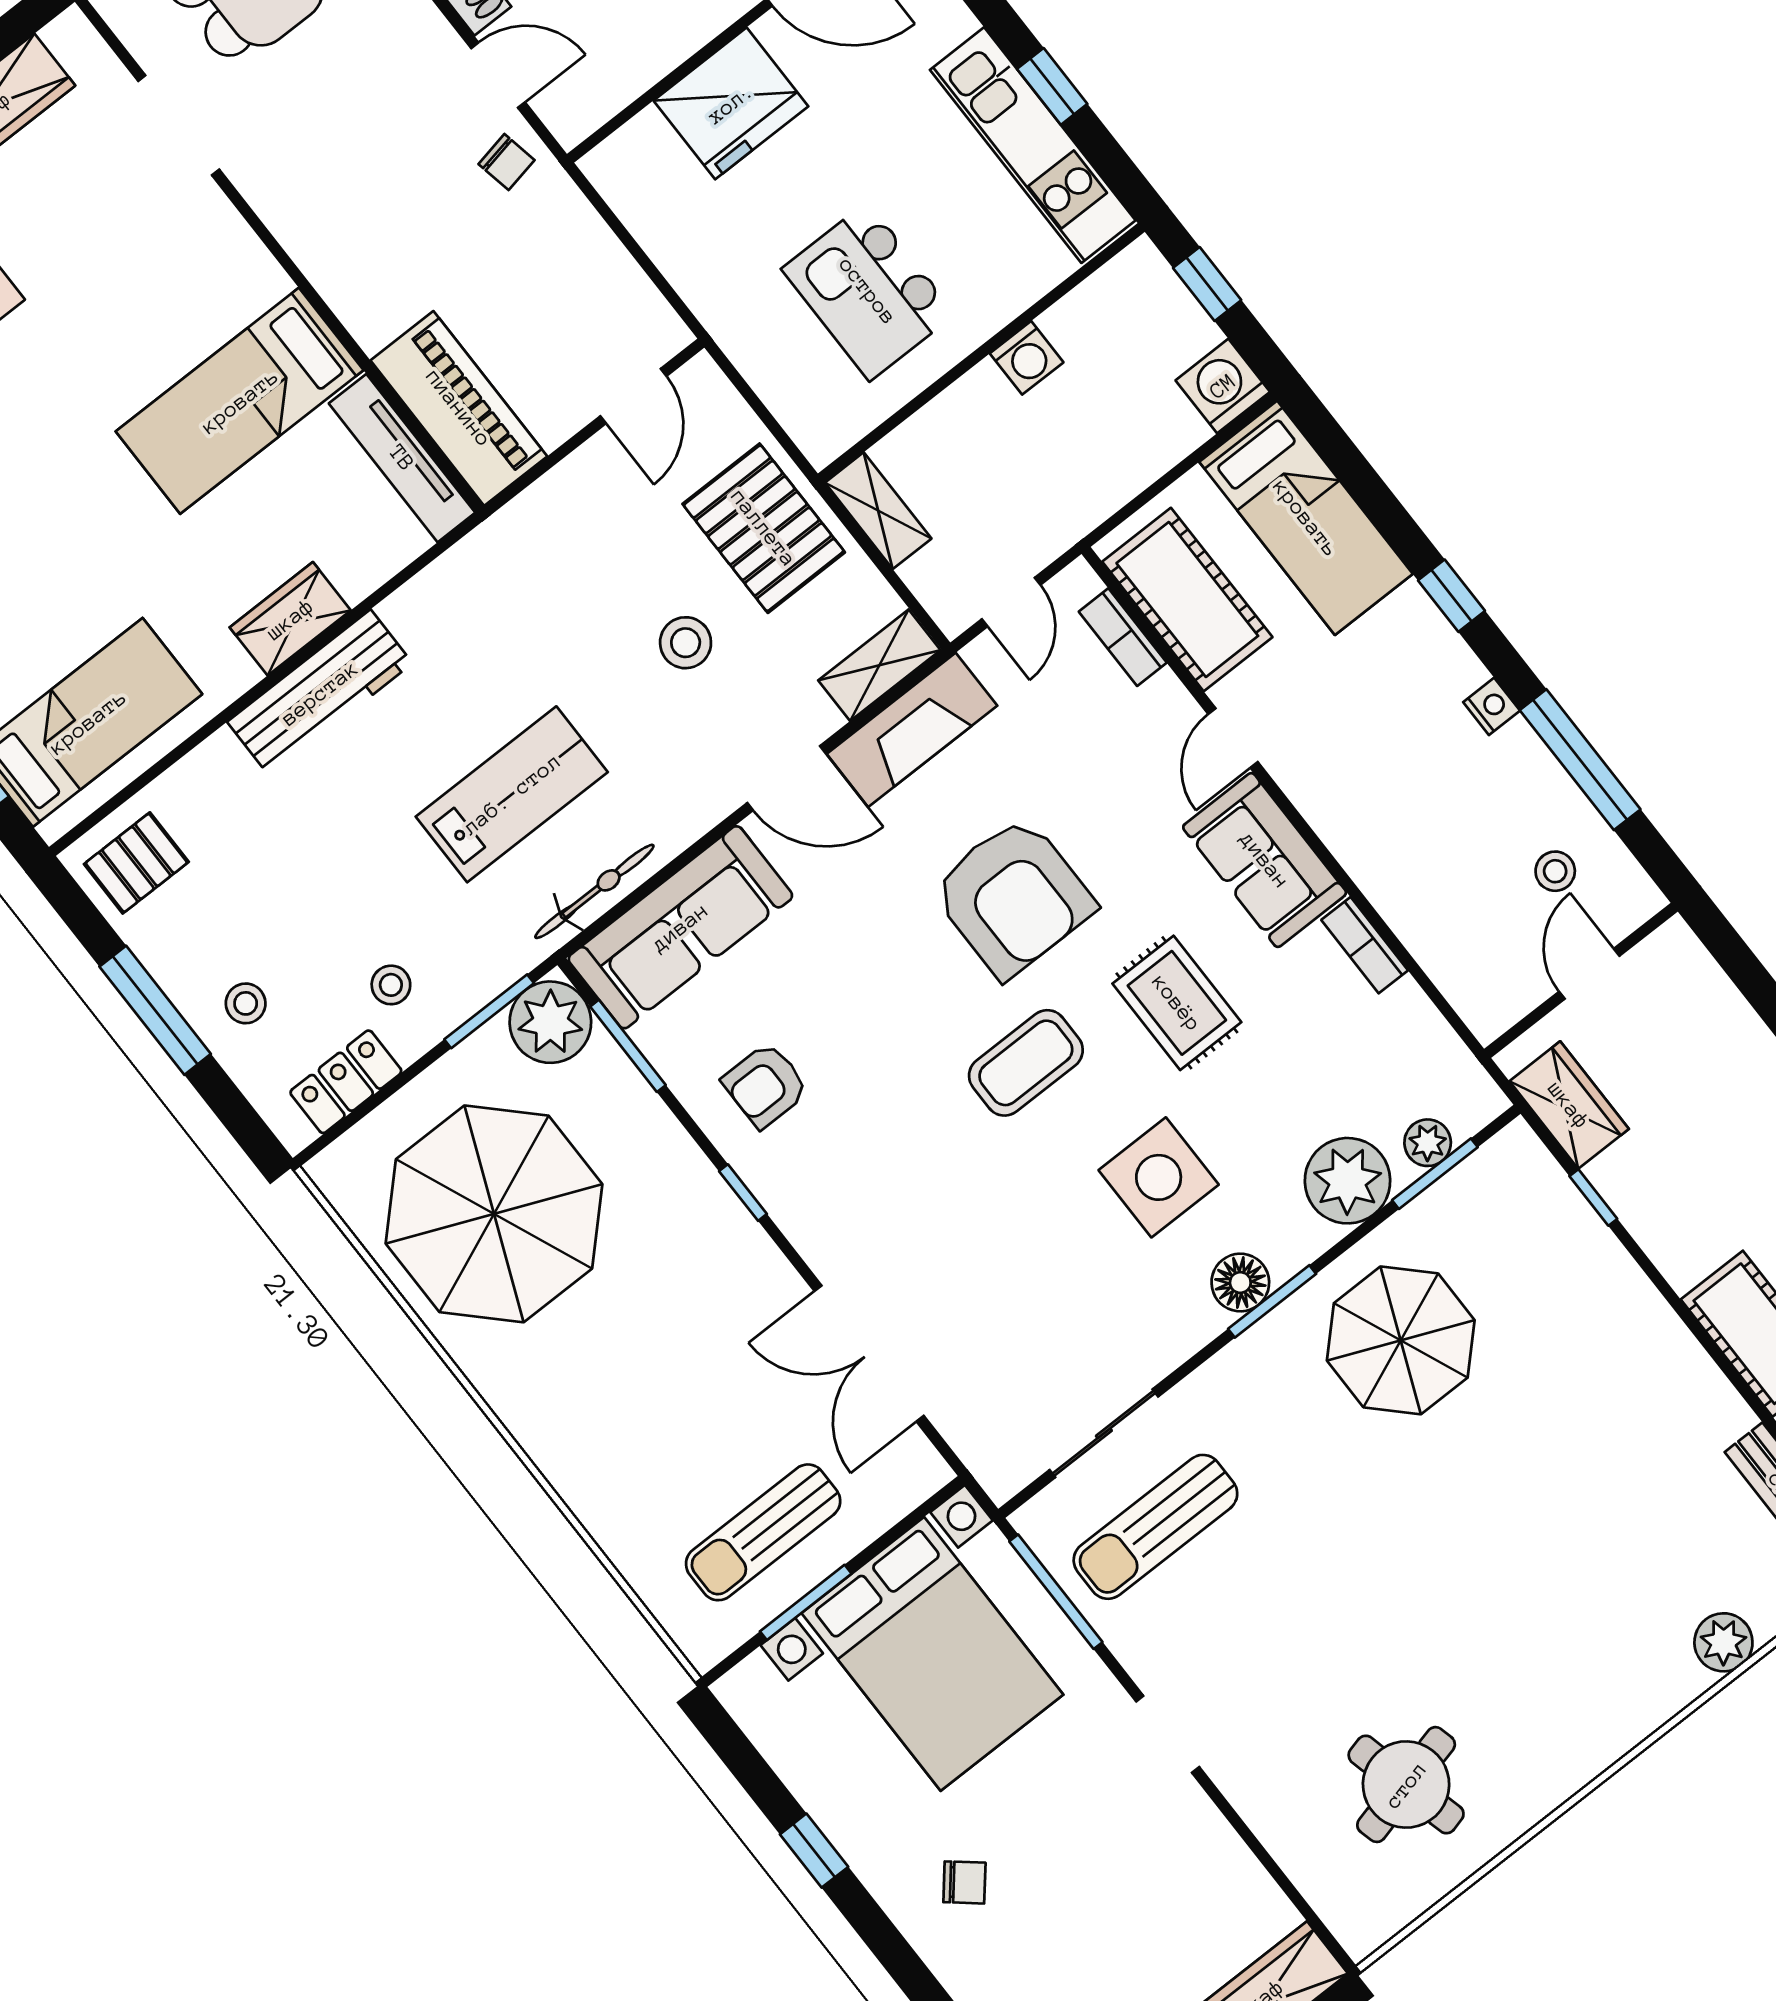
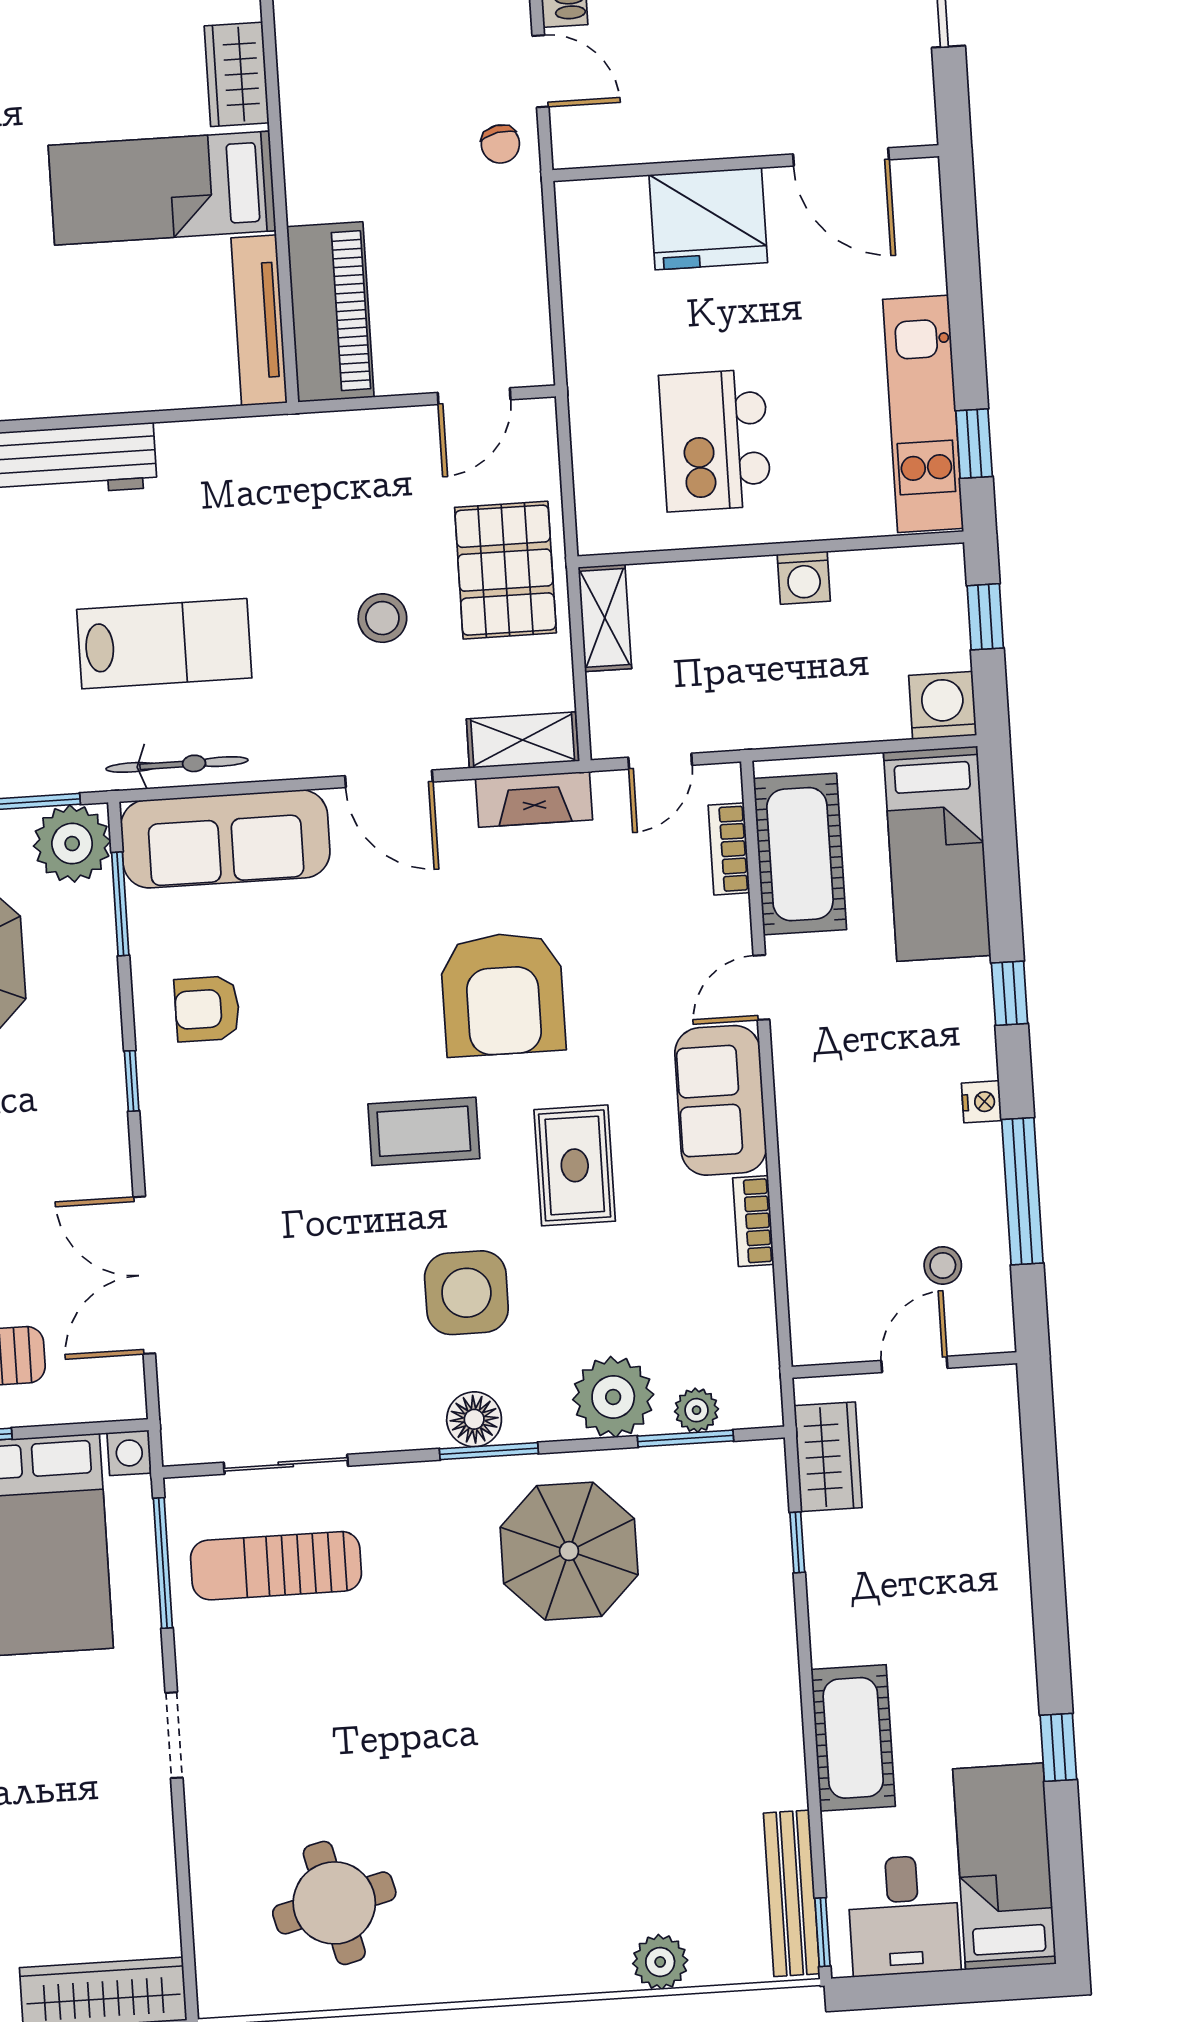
window: (1052, 86) -> (974, 444), moved
wardrobe: (290, 619) -> (237, 74), moved, turned -90
fireplace: (912, 730) -> (534, 799), width x0.73, depth x0.76

